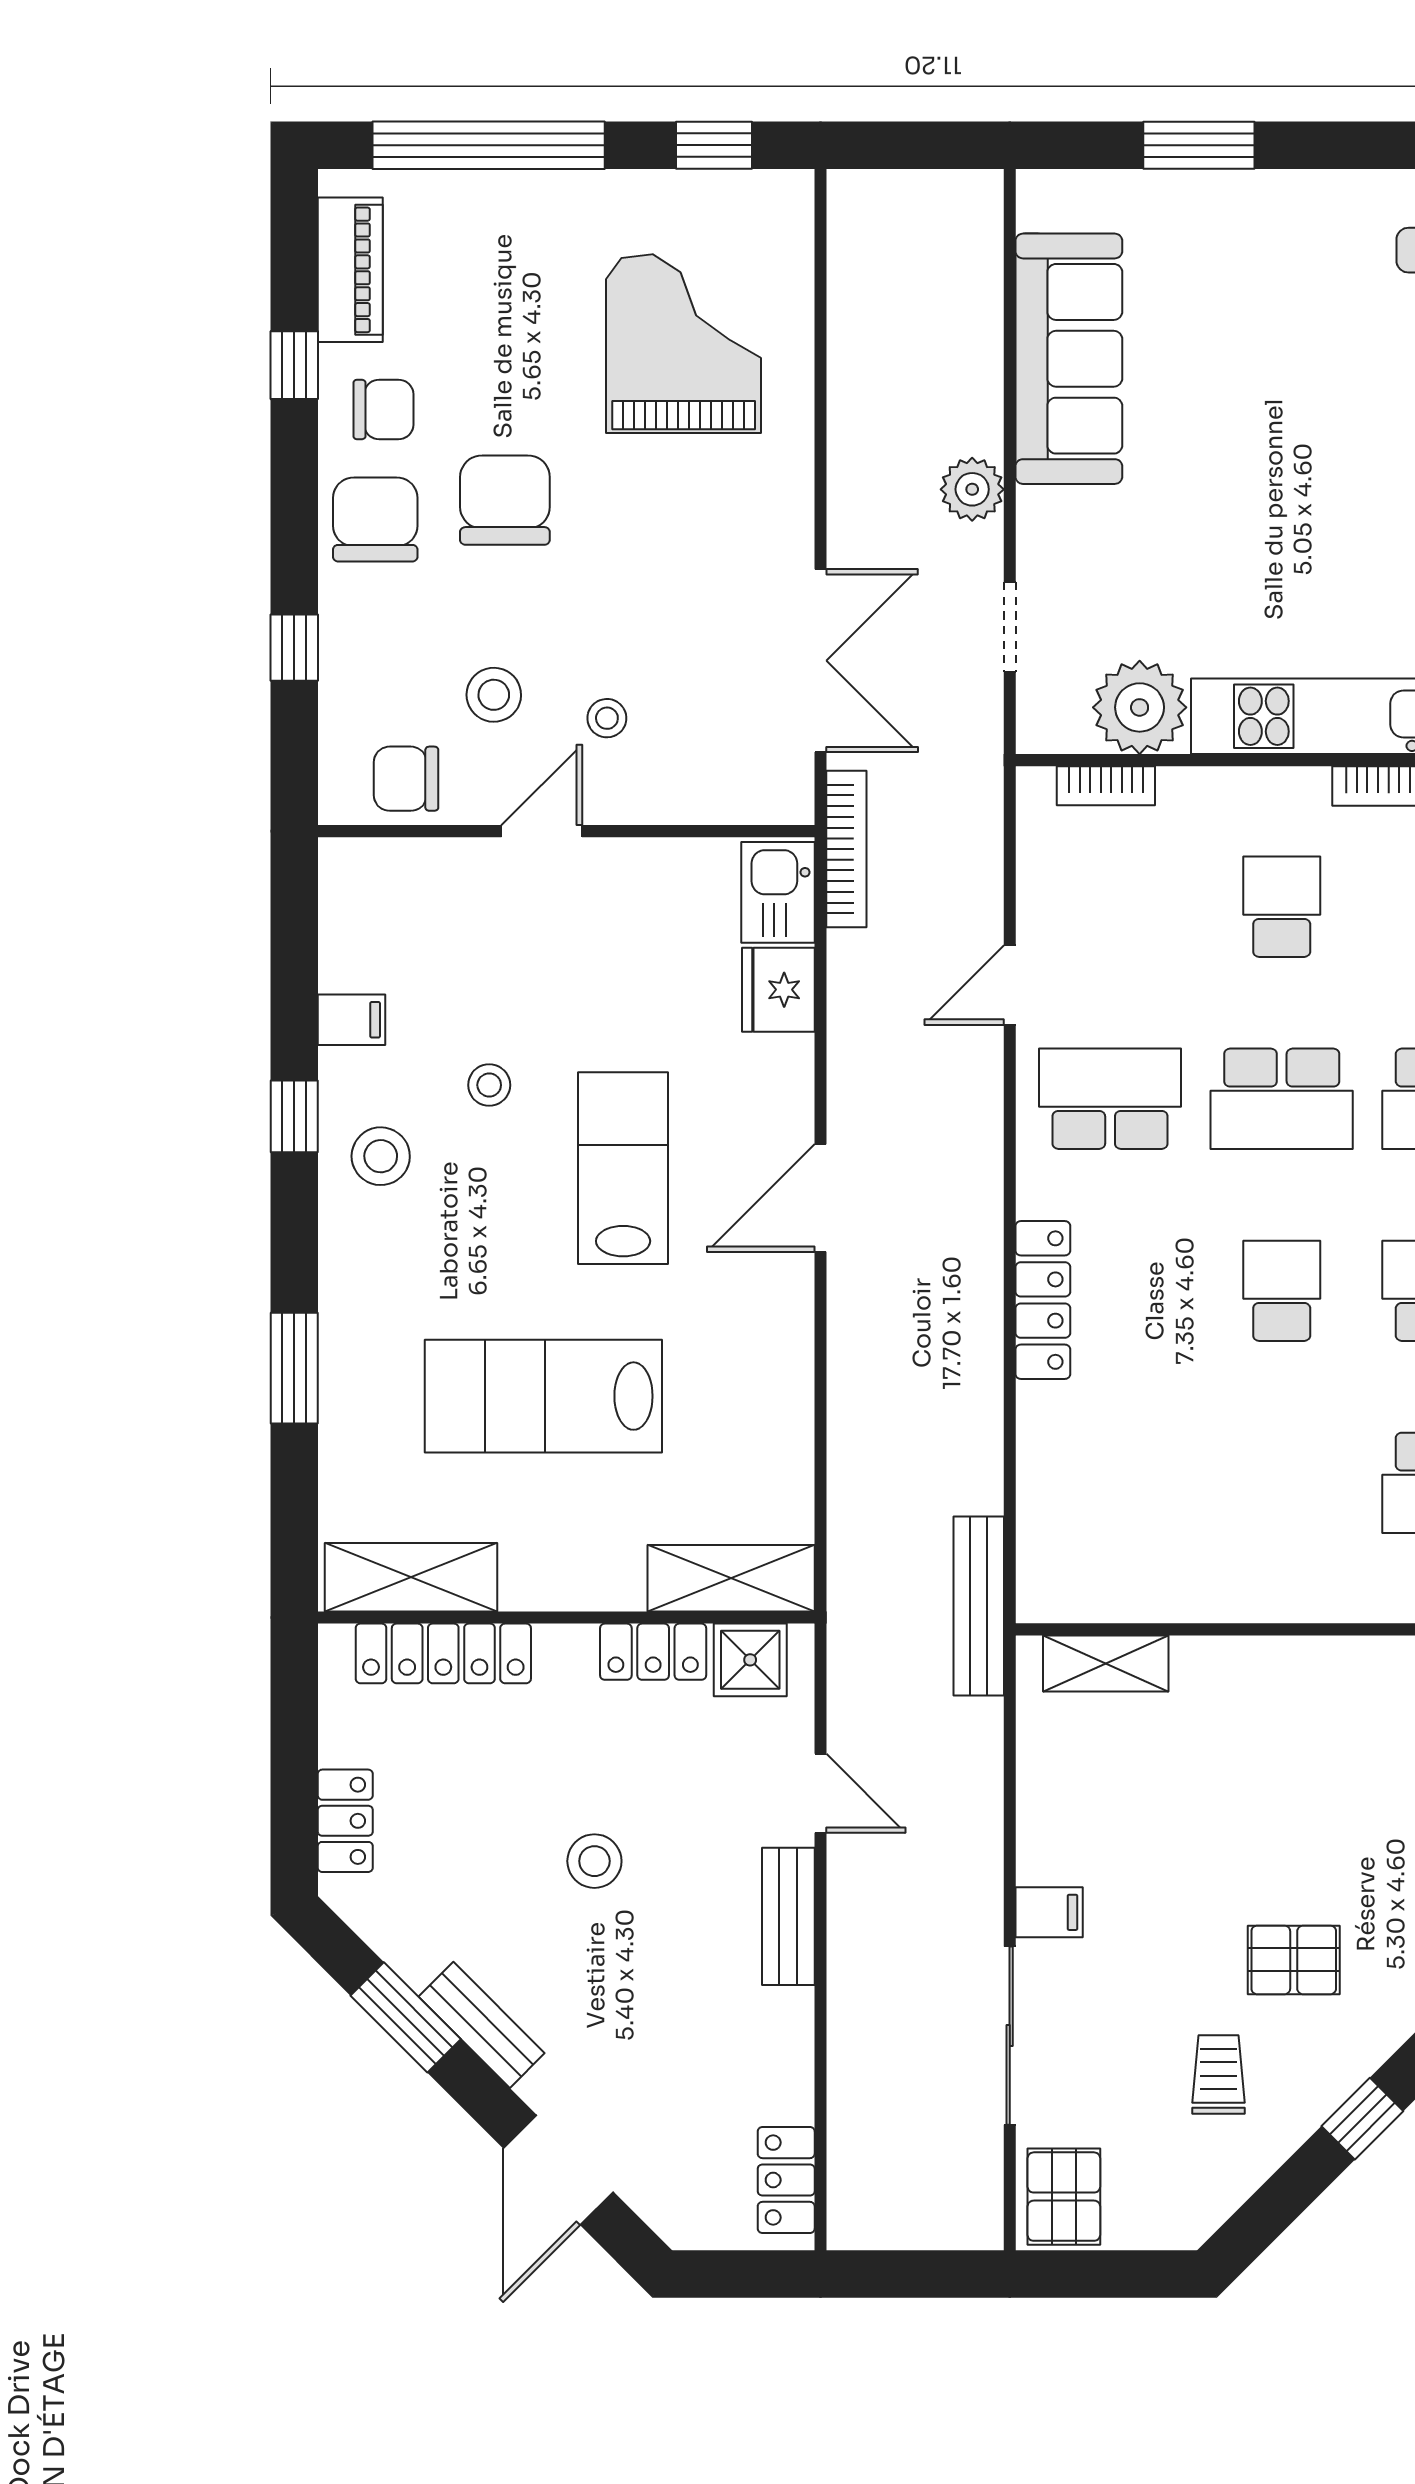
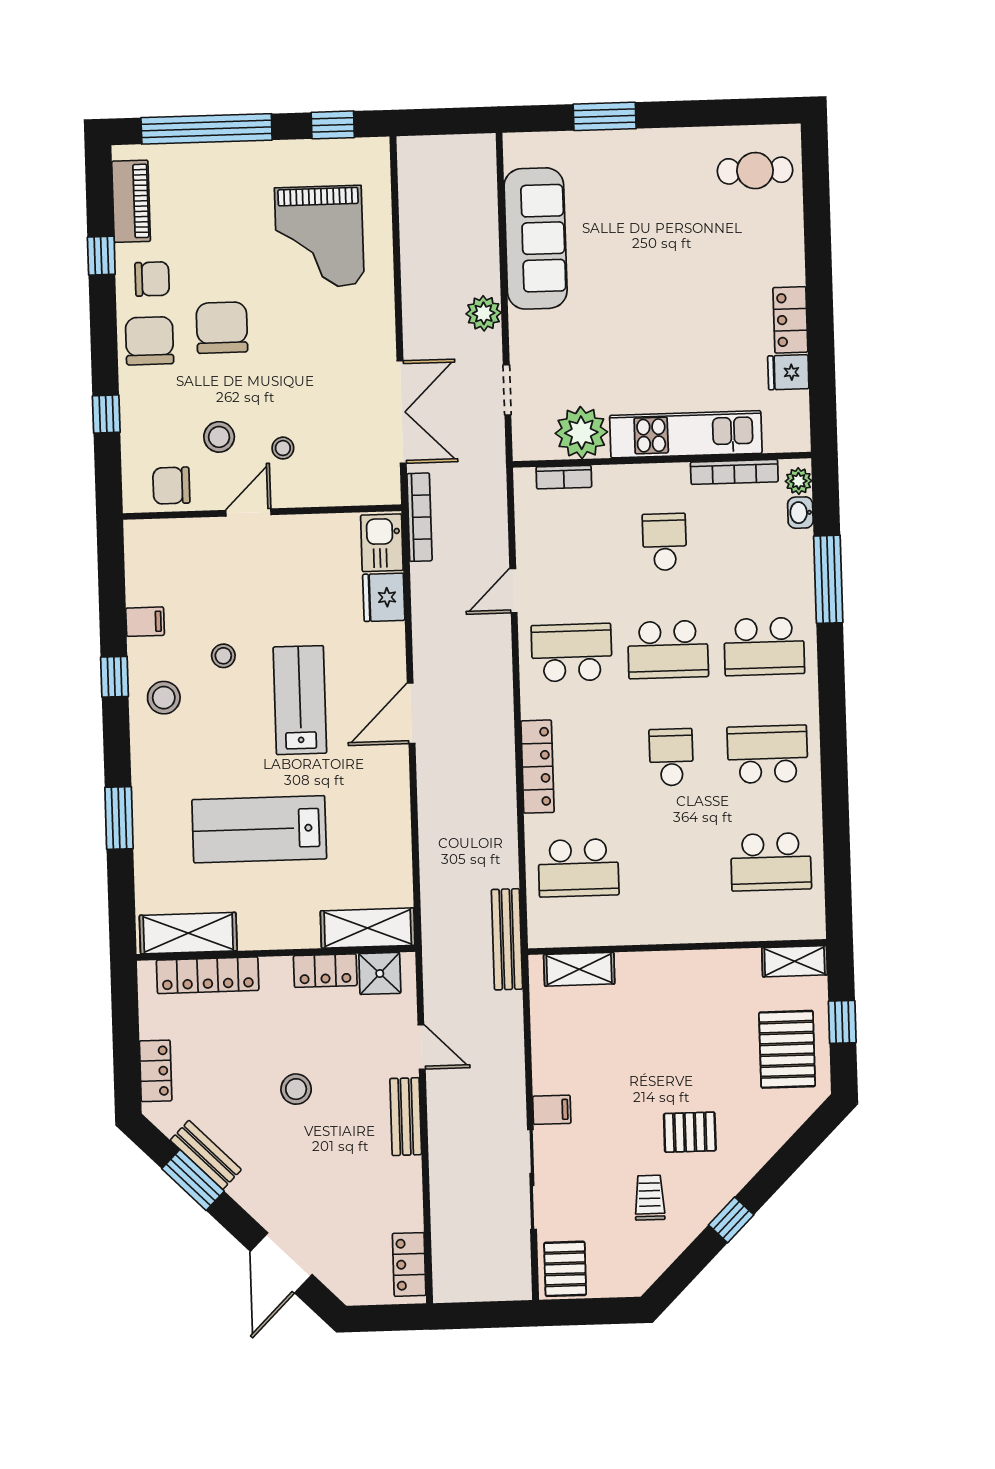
grand piano: (684, 344) -> (319, 237), turned 180
school desk: (1110, 1483) -> (578, 868), added
bench: (482, 2025) -> (206, 1155), moved

